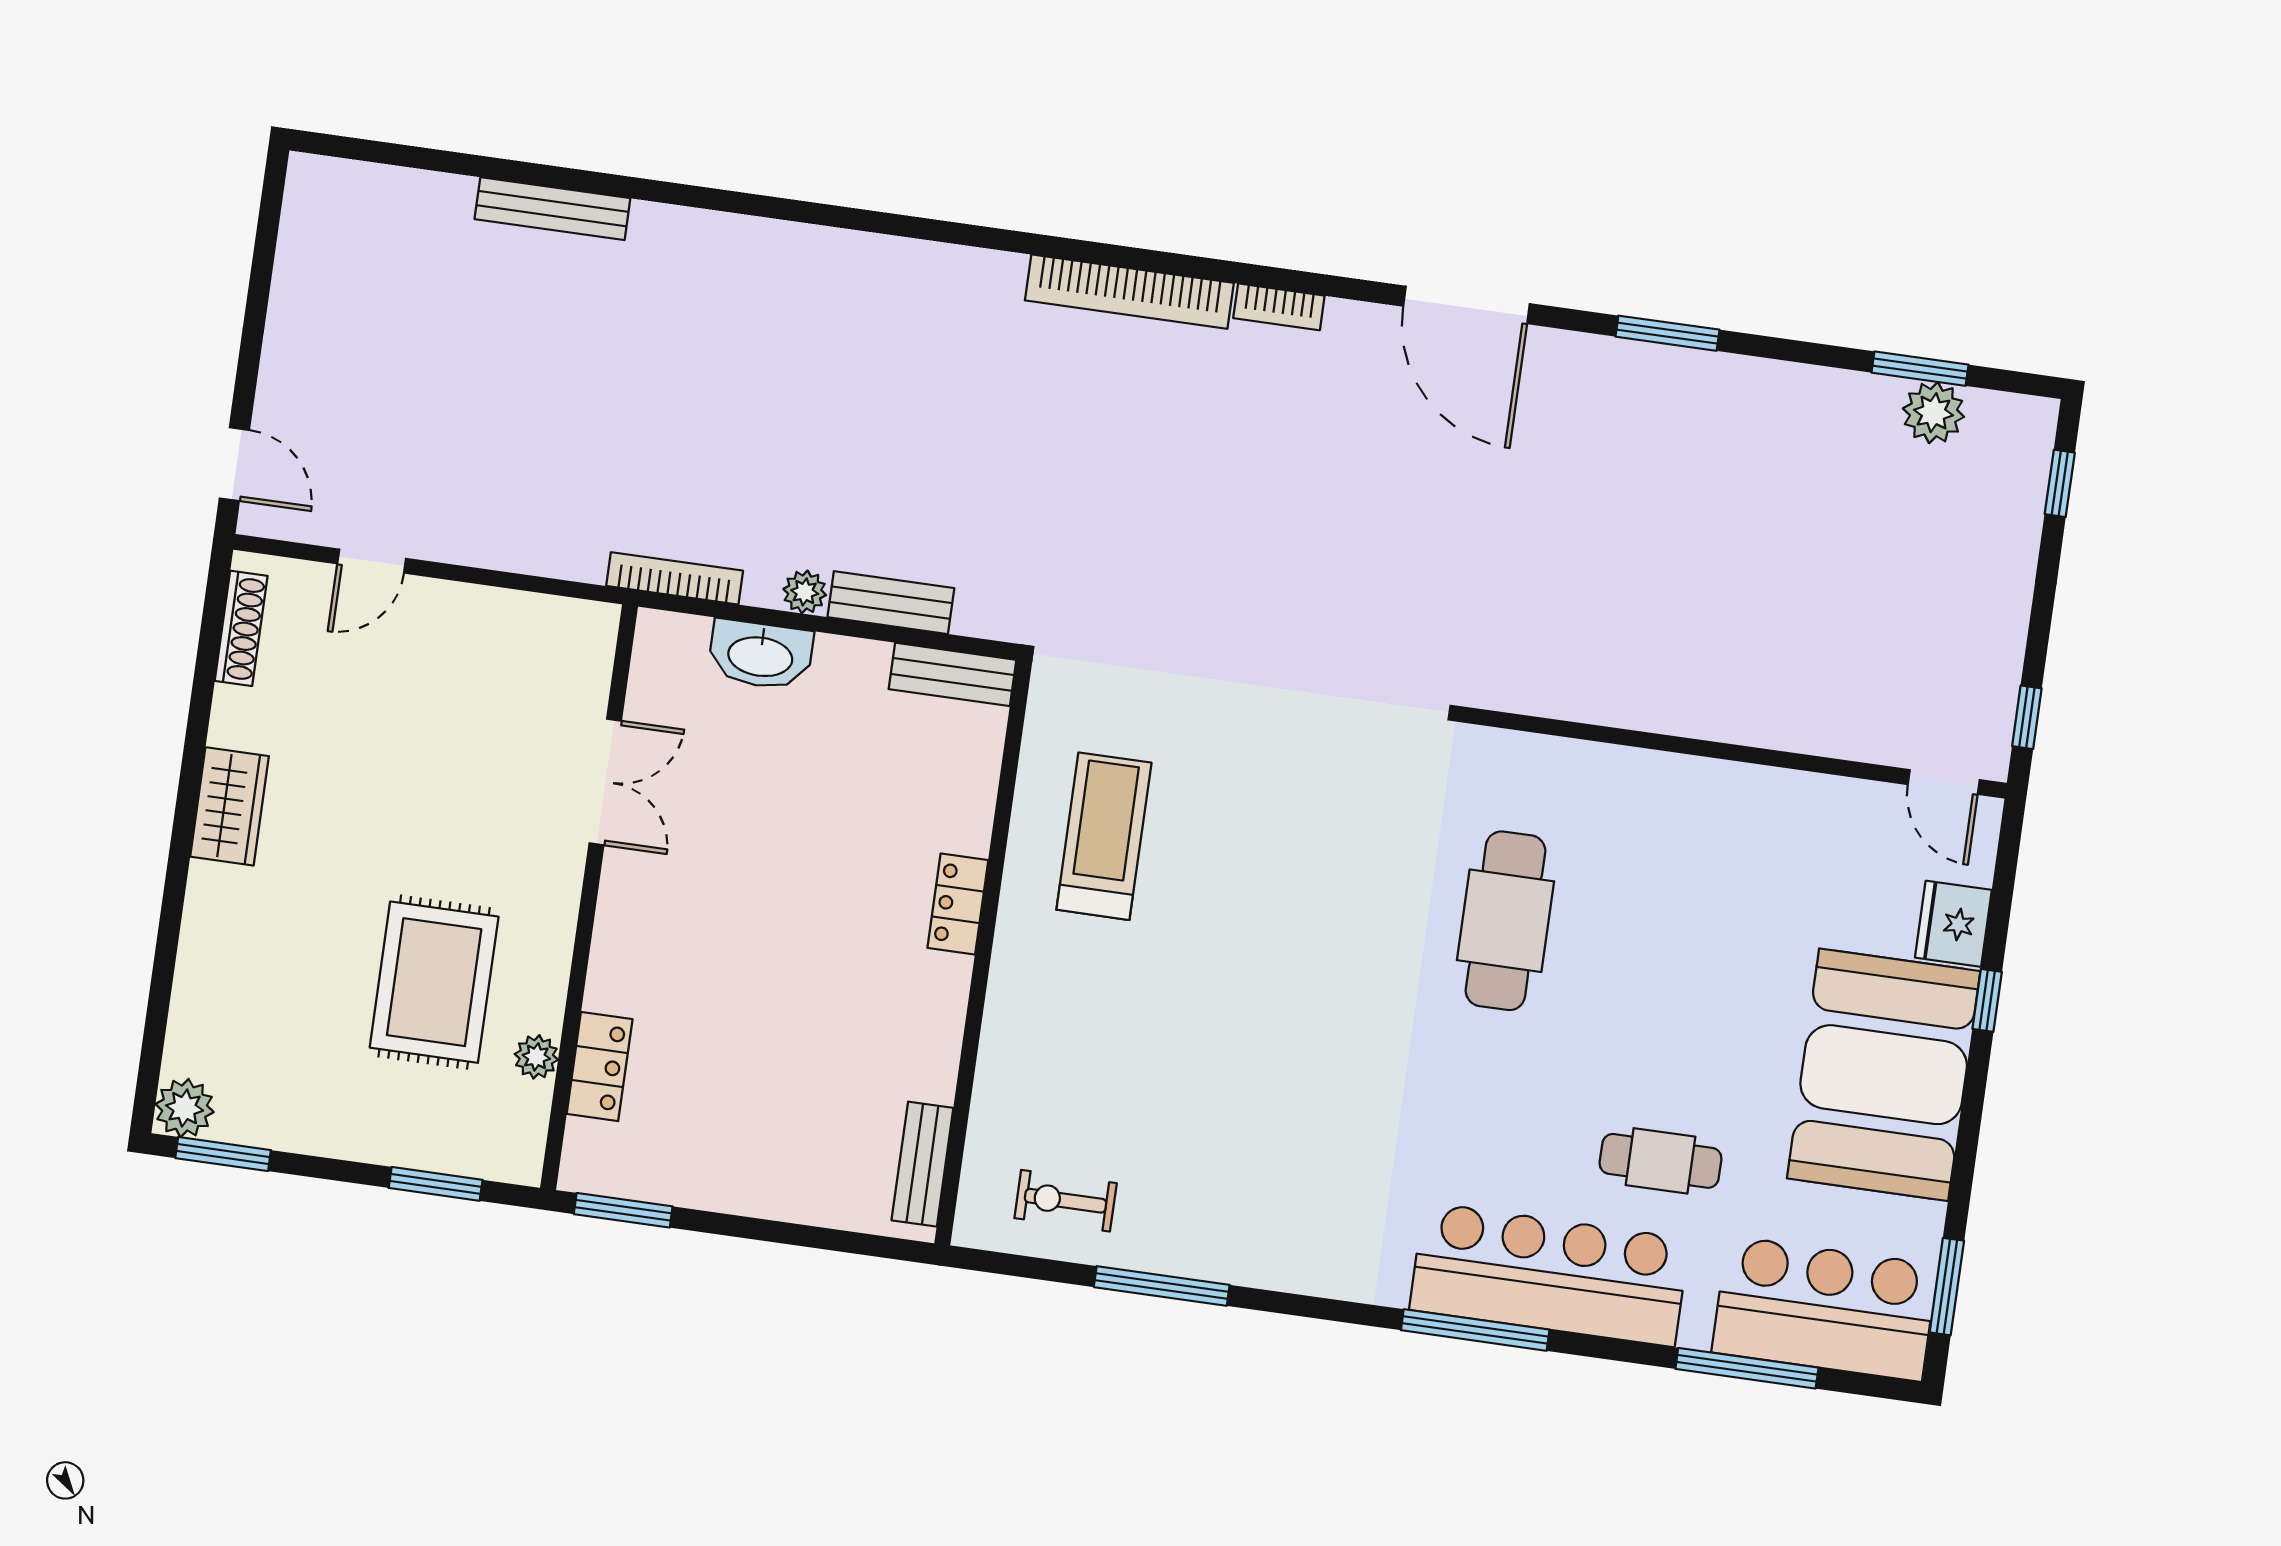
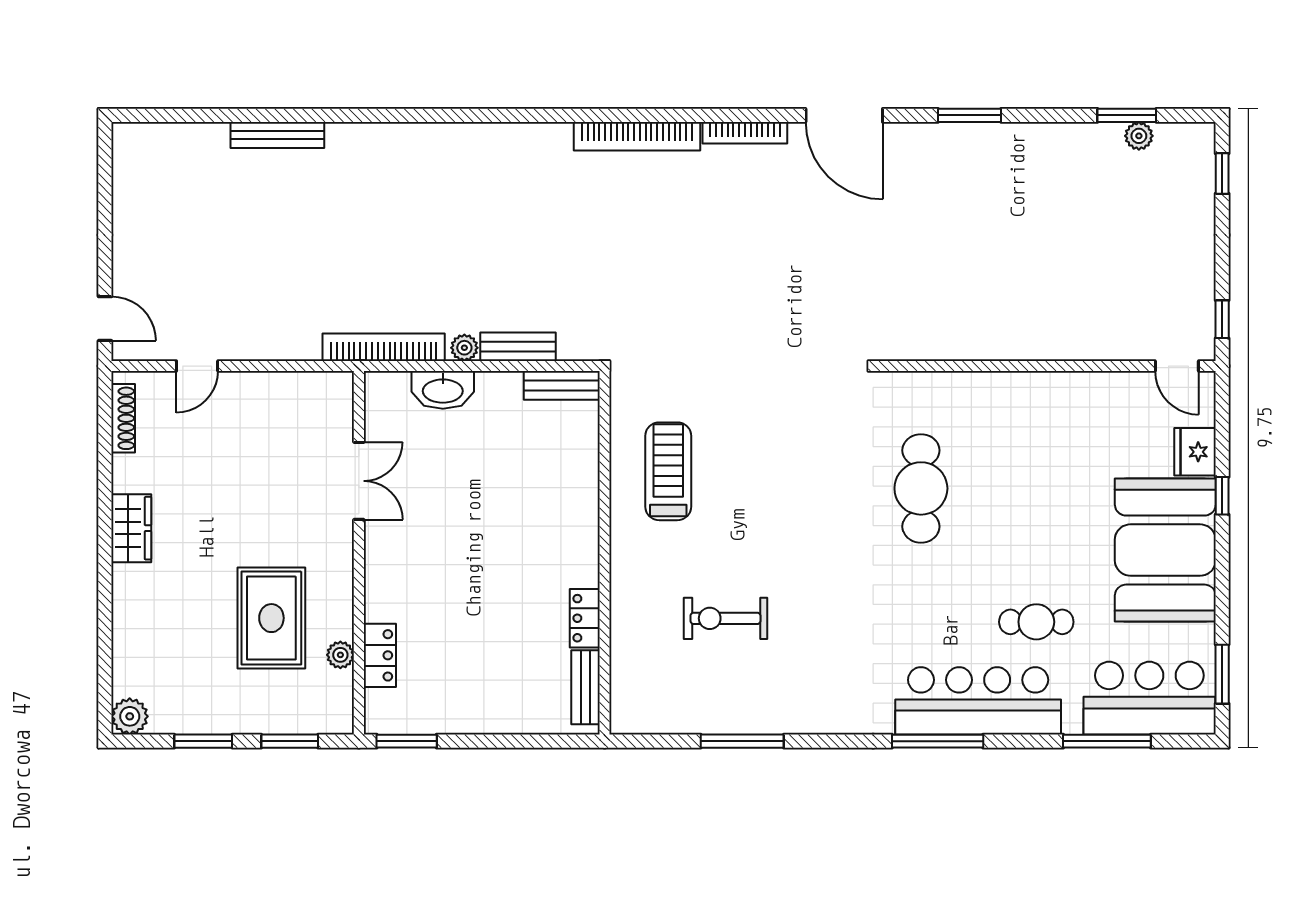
bookcase: (1279, 307) -> (745, 133), width x1.56
plant: (1933, 413) -> (1139, 136), width x0.73, depth x0.73
bookcase: (675, 578) -> (384, 347), width x1.48, depth x1.31
locker: (958, 904) -> (585, 618), moved
window: (223, 1154) -> (203, 741), moved
exercise bike: (1066, 1201) -> (725, 618), moved, width x1.38, depth x1.39

